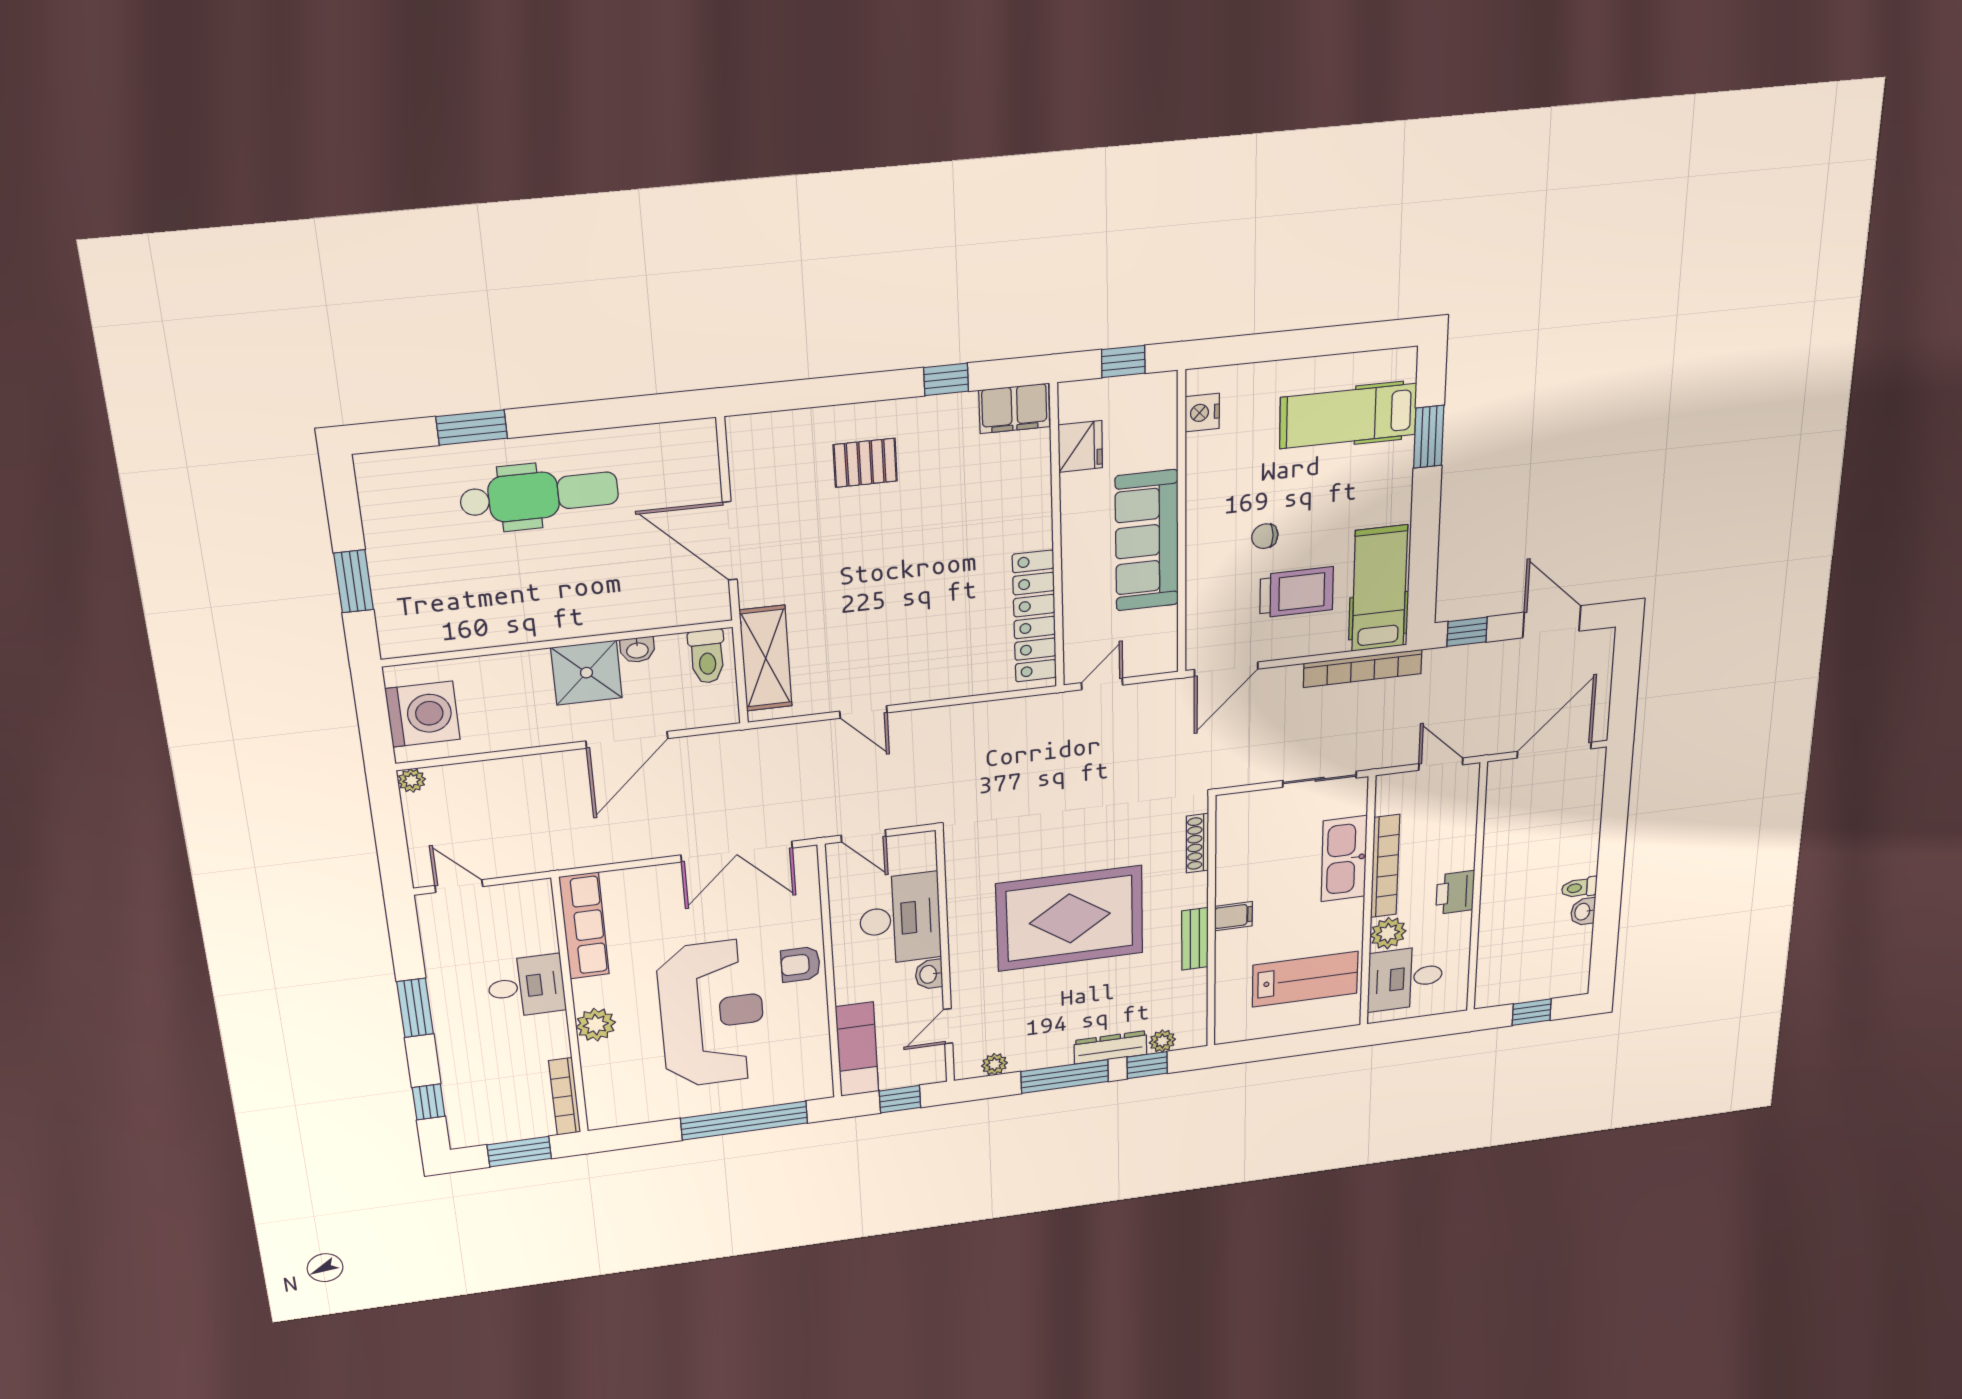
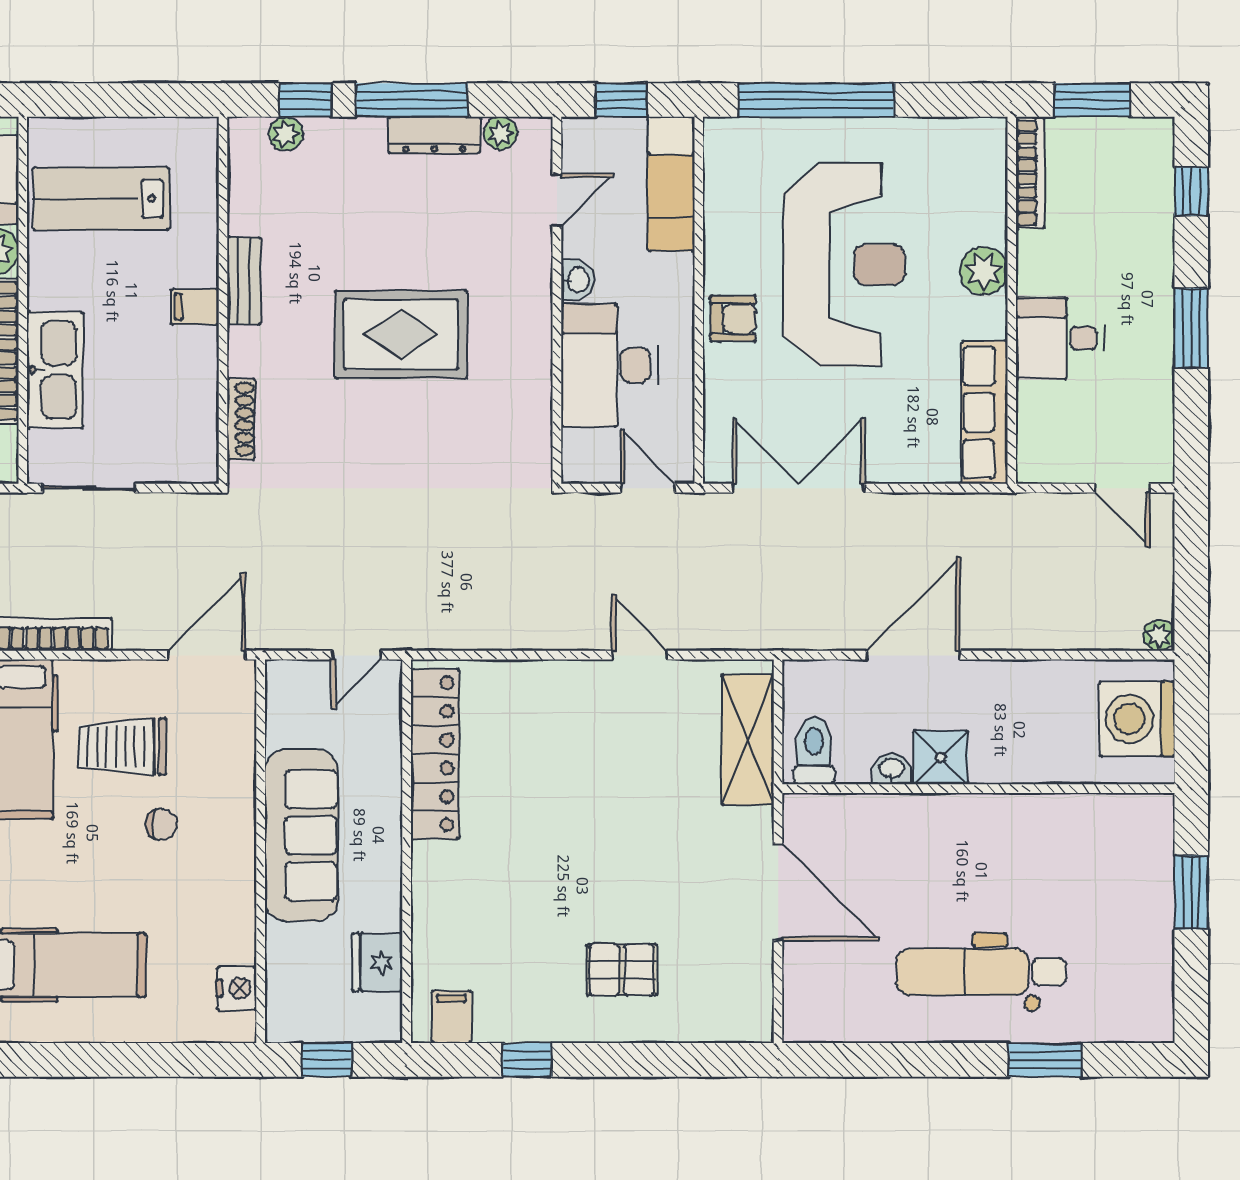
filing cabinet: (1014, 408) -> (452, 1017), width x0.50
shower: (587, 673) -> (941, 757), width x0.73, depth x0.73
rug: (1070, 918) -> (401, 334), width x0.73, depth x0.69
reception desk: (712, 1013) -> (844, 265), turned 180
dresser: (1110, 1047) -> (434, 135), moved

